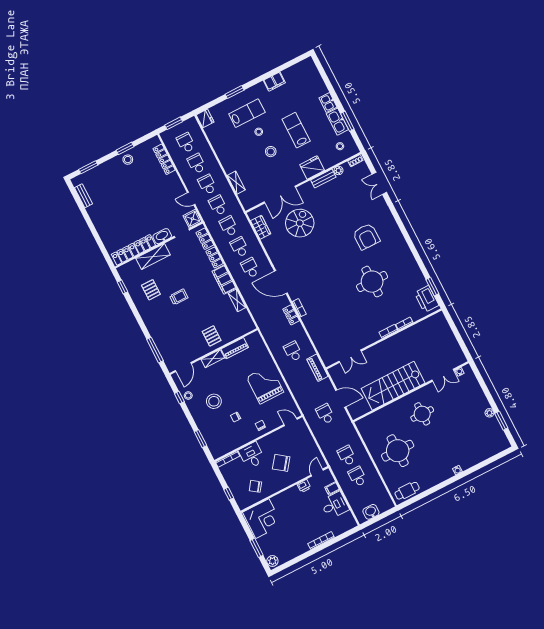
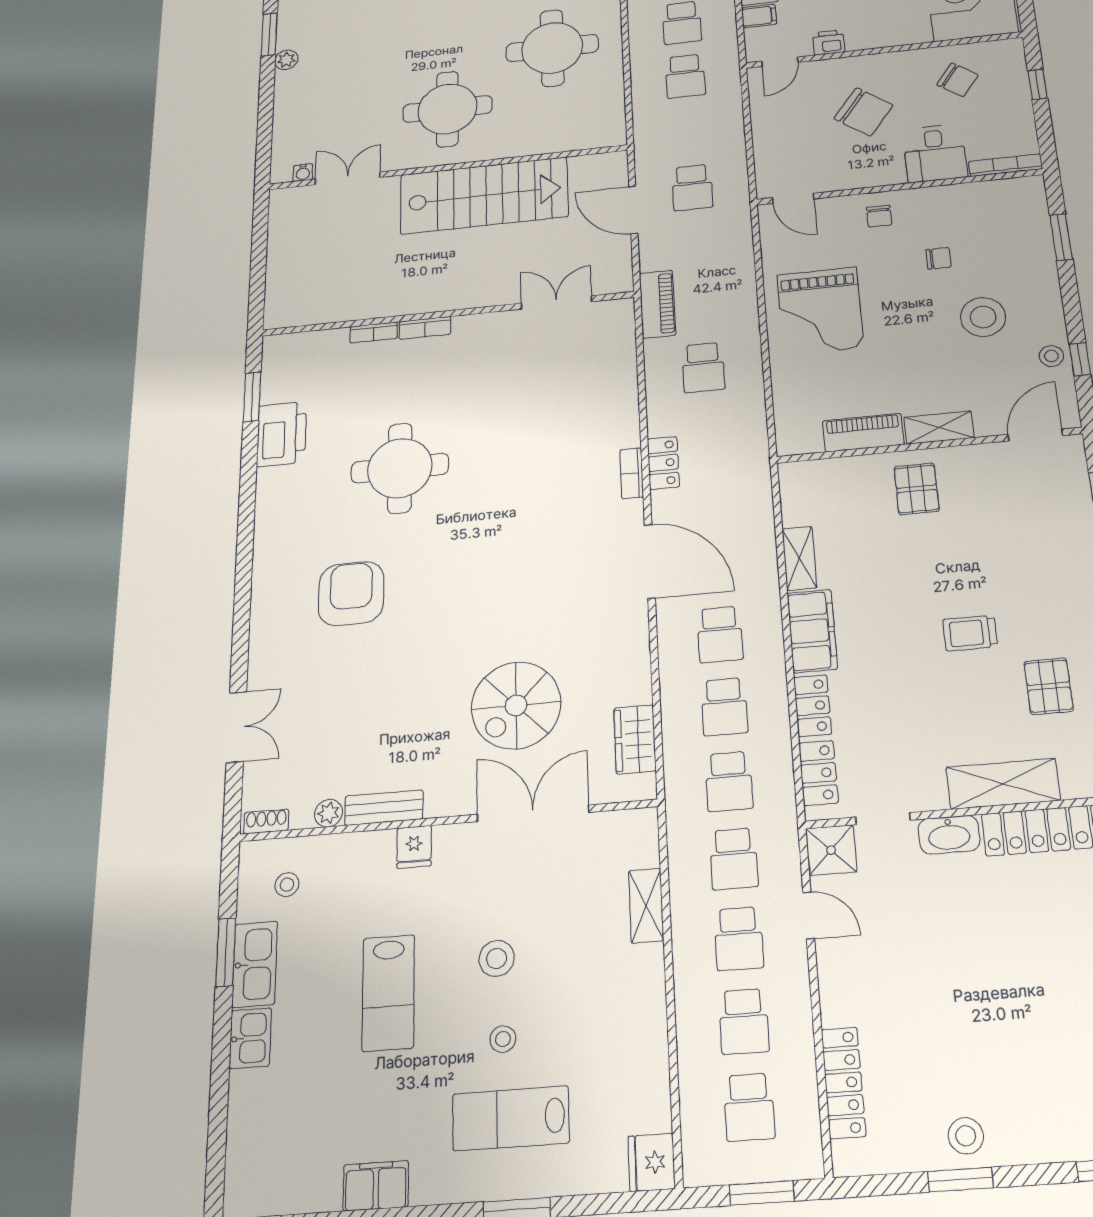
fridge: (312, 167) -> (414, 847), width x0.53, depth x0.75
printer: (427, 299) -> (282, 434), moved
round table: (422, 414) -> (447, 109), width x1.36, depth x1.36

